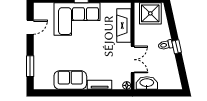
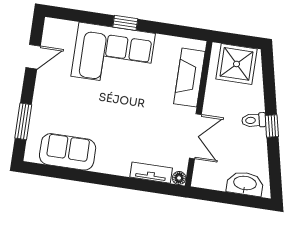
sofa: (70, 80) -> (68, 152), moved
washbasin: (147, 83) -> (245, 184), moved
tv unit: (100, 85) -> (151, 173), moved

